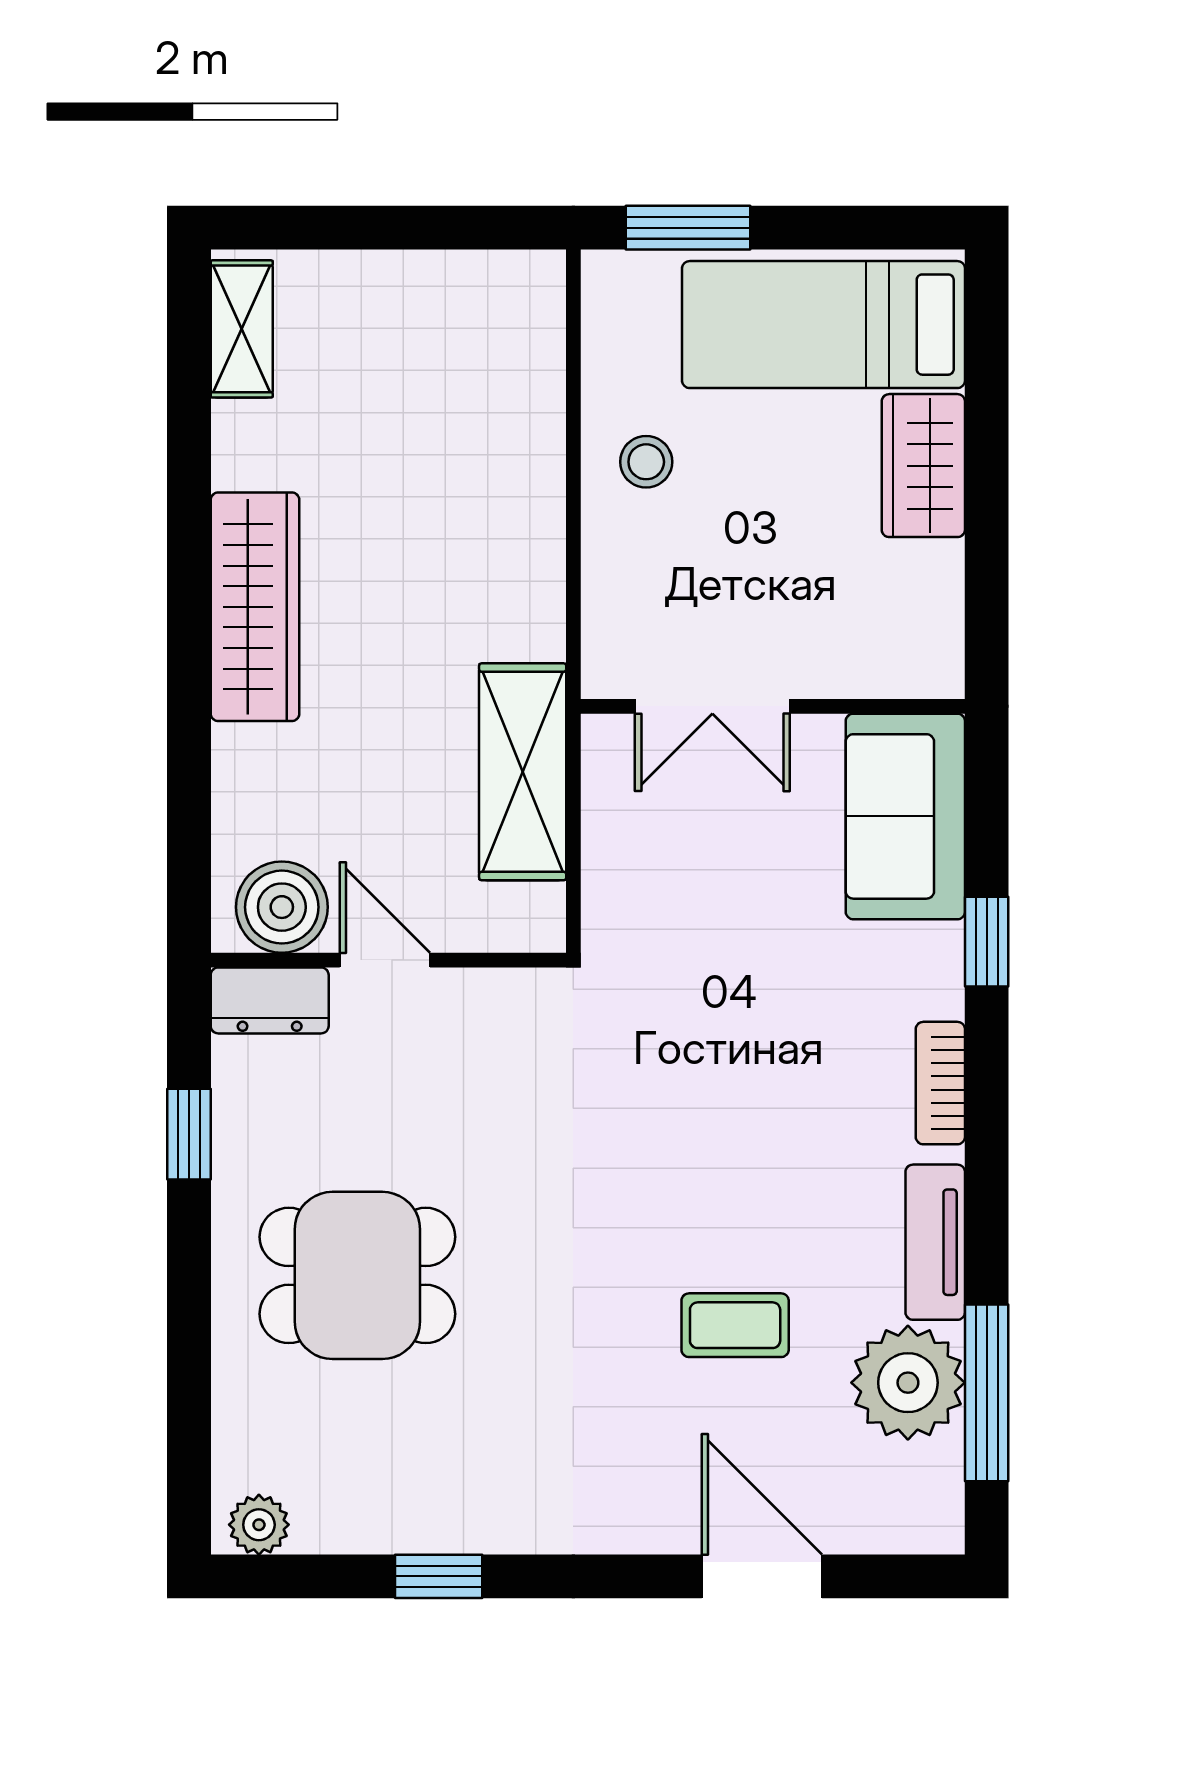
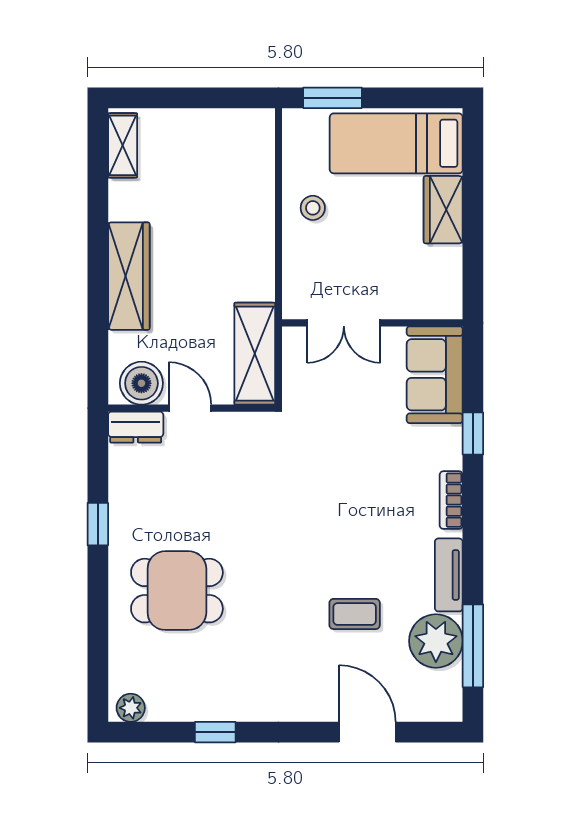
boiler: (282, 907) -> (141, 383), moved
door: (385, 960) -> (190, 408), moved
wall: (388, 960) -> (192, 408), moved
dresser: (270, 1000) -> (136, 427), moved

